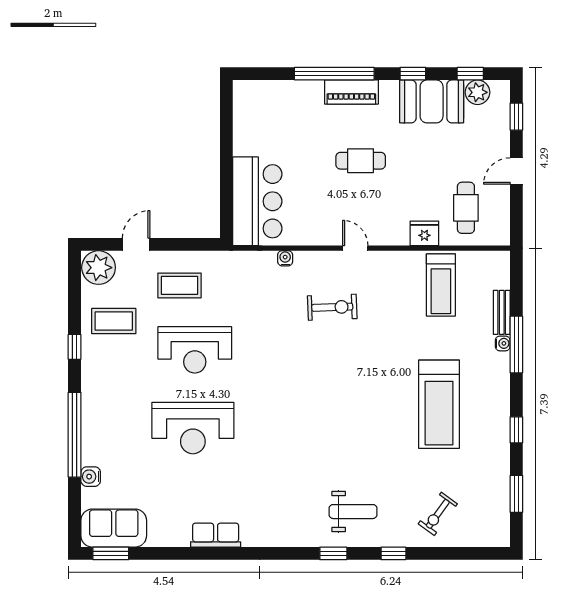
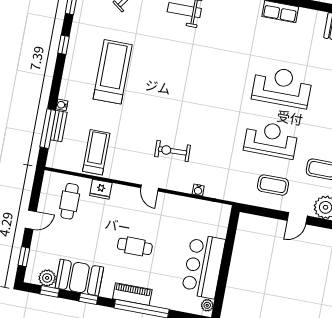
plant: (241, 96) -> (207, 305), added
bar counter: (257, 201) -> (203, 266), moved
window: (516, 344) -> (48, 129), moved

